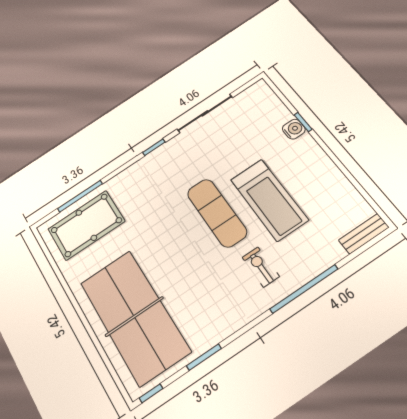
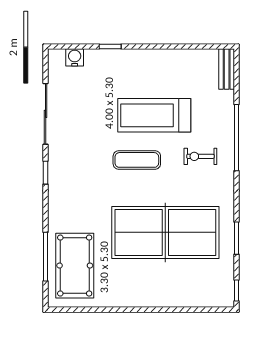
water cooler: (294, 129) -> (75, 57), moved
treadmill: (269, 200) -> (154, 115), turned 180
exercise mat: (217, 213) -> (137, 160), width x0.73, depth x0.69
table tennis table: (134, 317) -> (165, 232), moved

